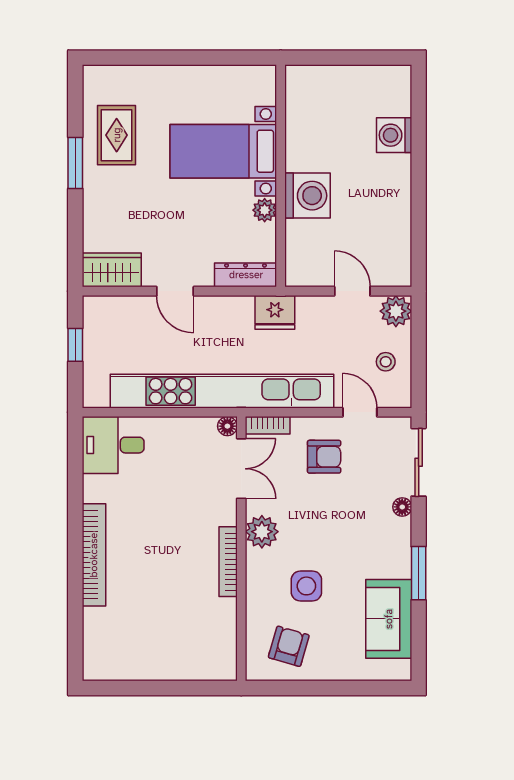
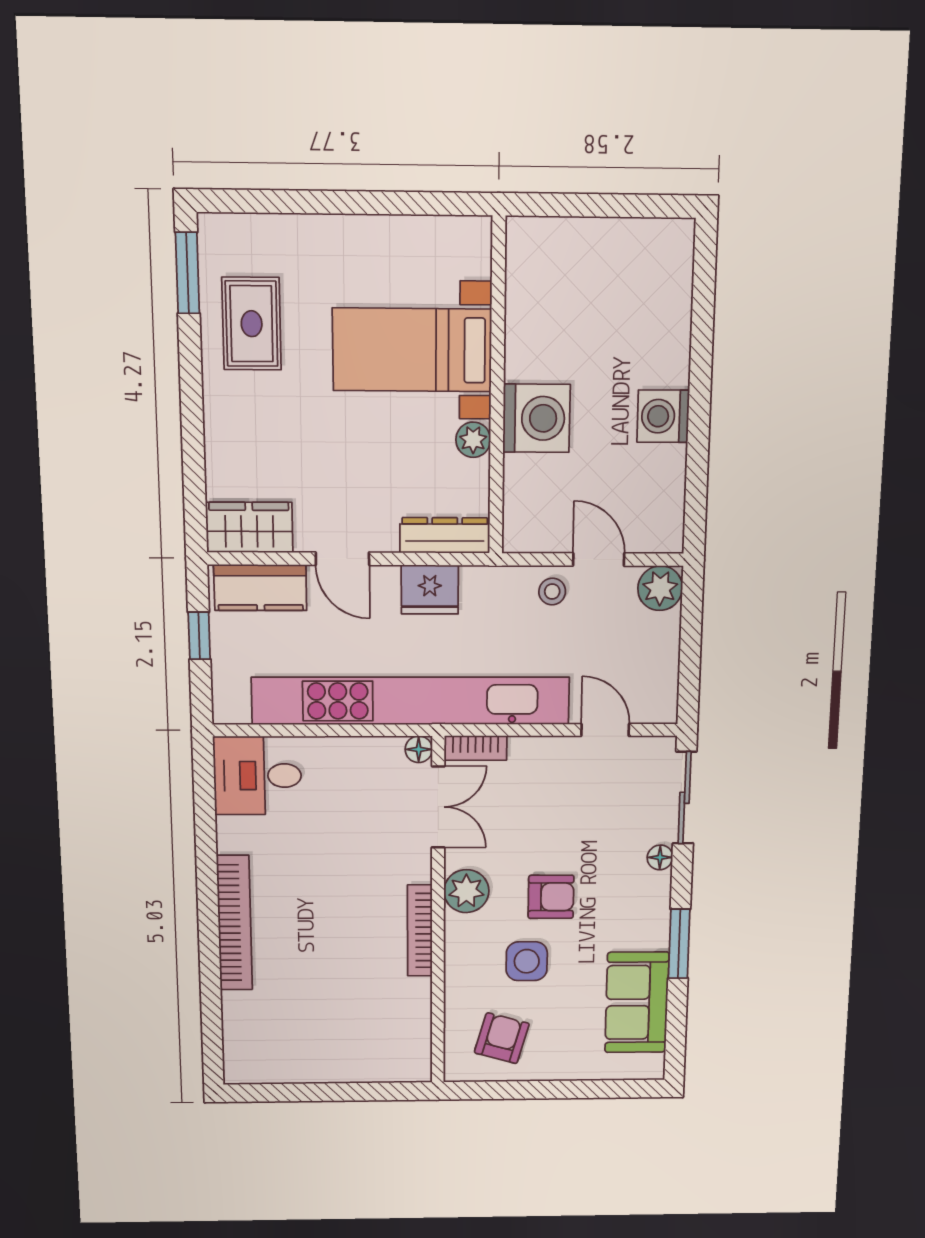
washing machine: (394, 135) -> (663, 416), moved
window: (75, 163) -> (187, 273), moved
kitchen counter: (118, 311) -> (260, 588), added
fridge: (275, 312) -> (430, 590), moved
stool: (386, 362) -> (552, 592), moved
armchair: (324, 457) -> (551, 897), moved

